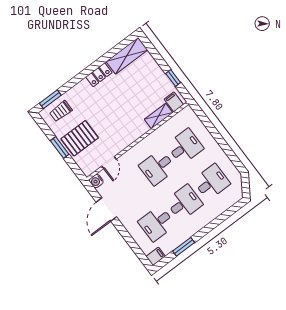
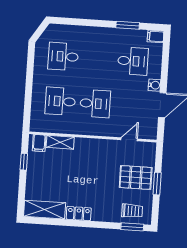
water cooler: (96, 181) -> (154, 85), moved
desk: (184, 203) -> (98, 59), removed

